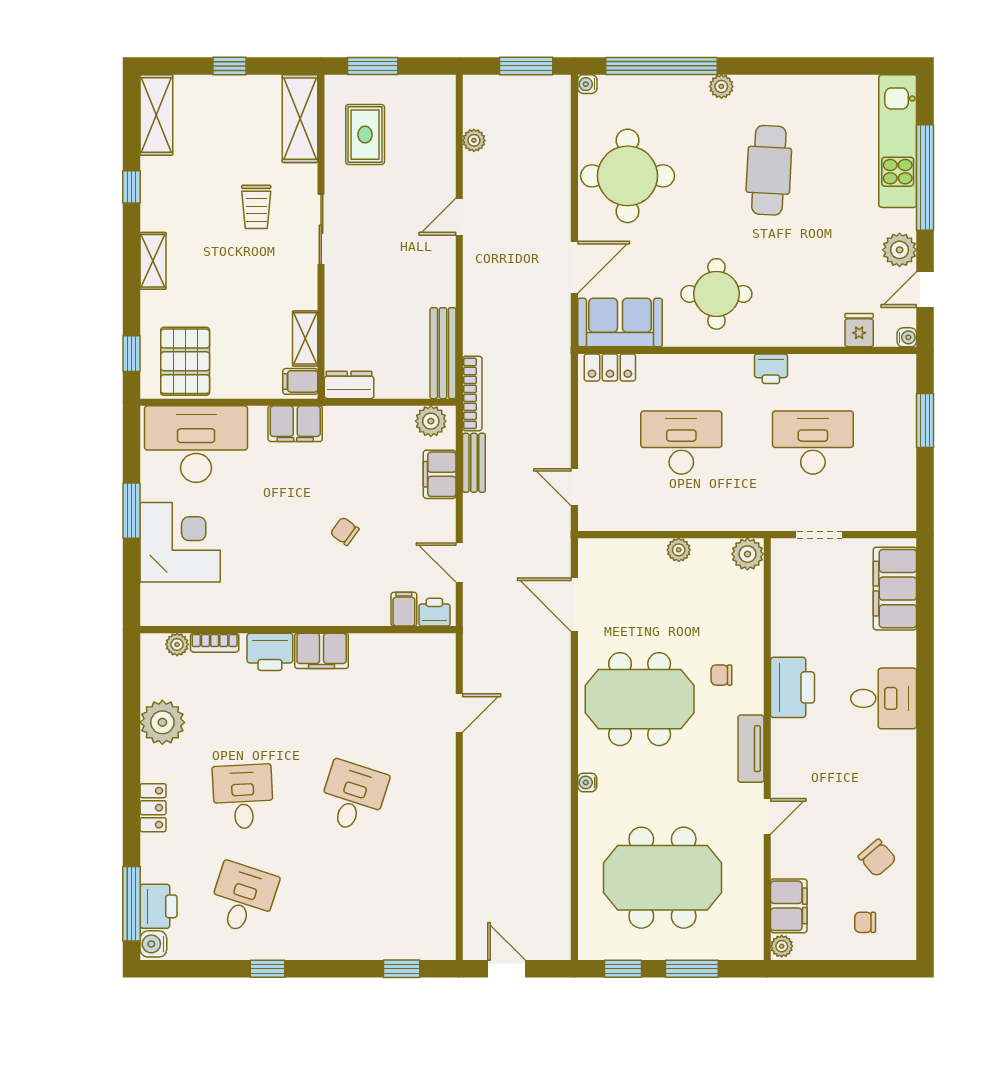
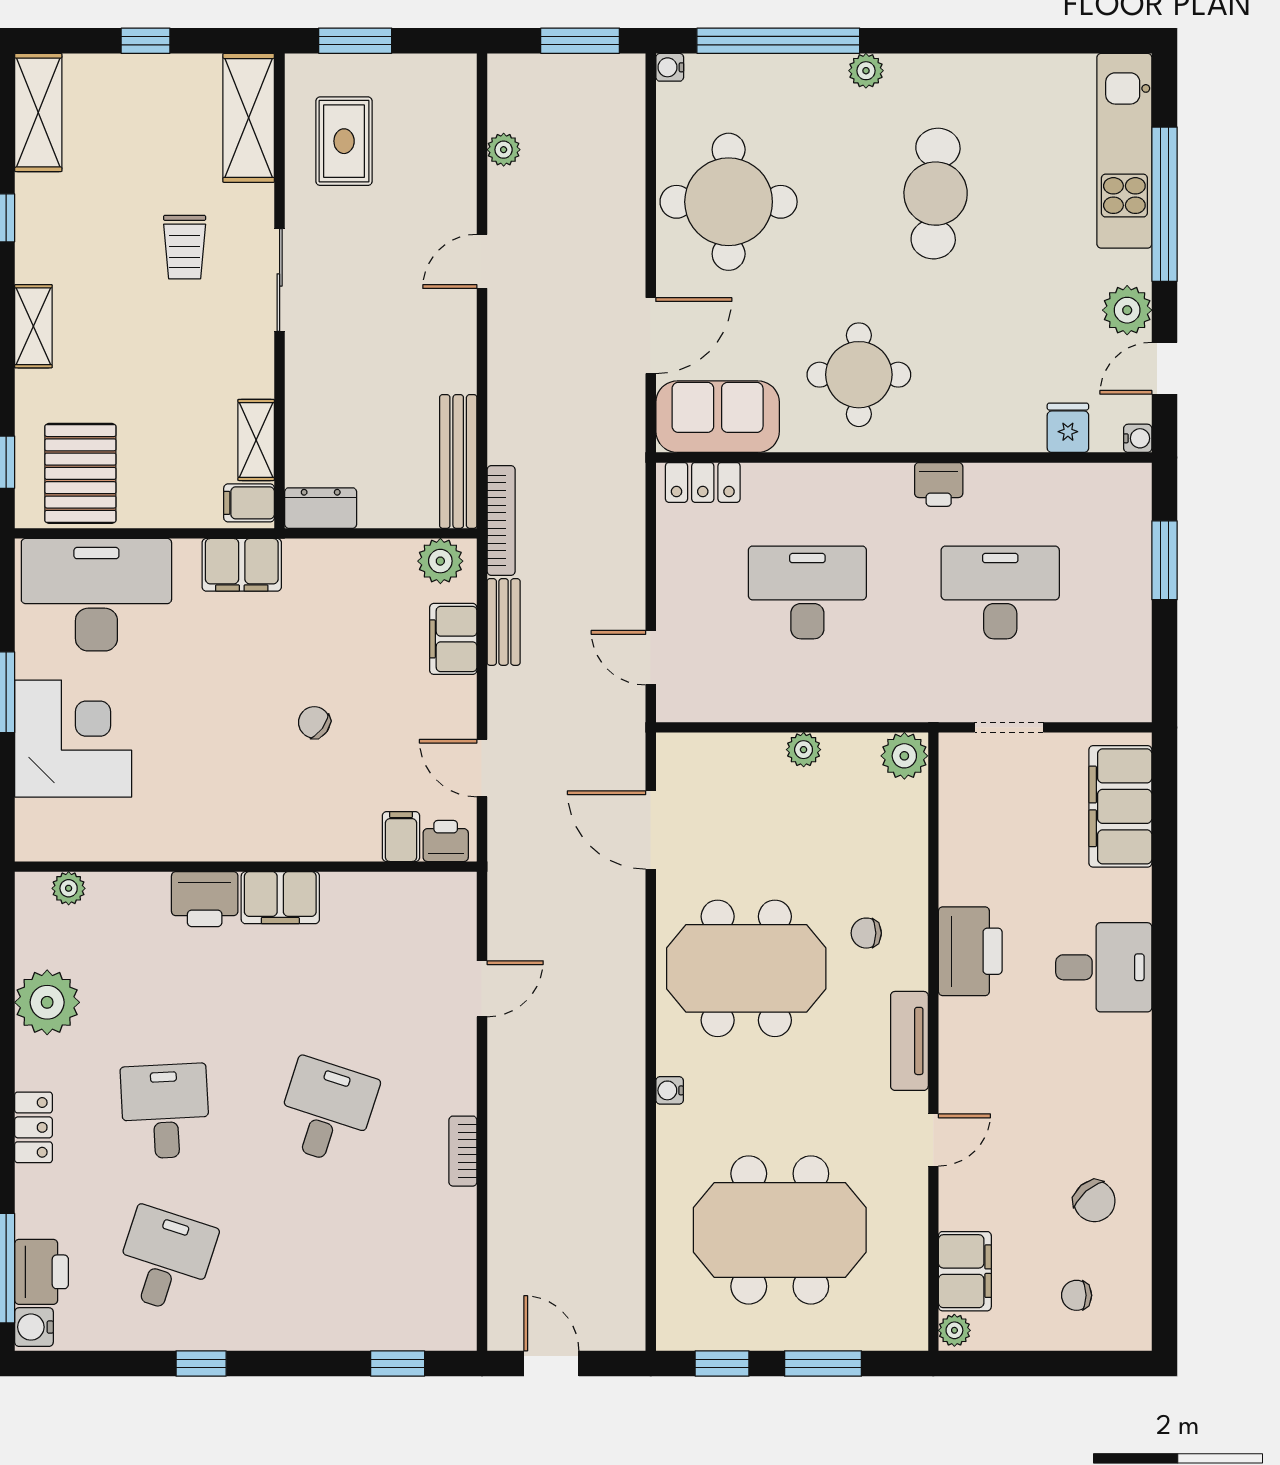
bookcase: (215, 643) -> (463, 1151), moved, turned 90

